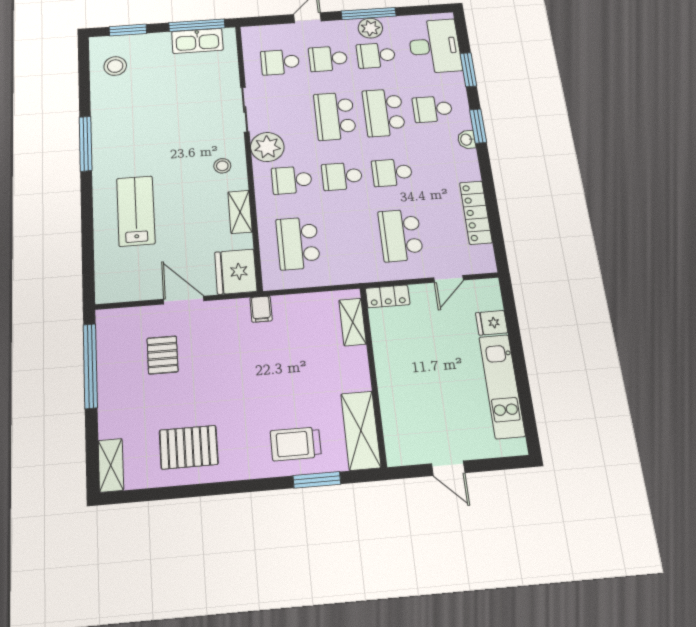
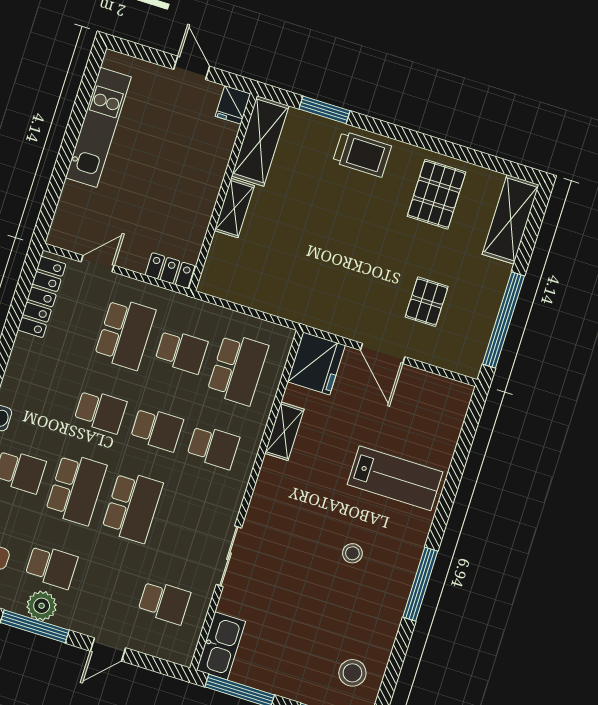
kitchen sink: (197, 41) -> (221, 646), moved, turned 90
school desk: (328, 59) -> (181, 351), moved
plant: (267, 147) -> (223, 498), removed
stool: (222, 166) -> (352, 553), moved
lab bench: (136, 211) -> (395, 478), turned -90
locker: (476, 213) -> (42, 297), moved
filing cabinet: (261, 309) -> (307, 311), removed
shelving: (353, 322) -> (234, 208), moved
fridge: (492, 323) -> (233, 105), moved, turned 90
trolley: (296, 444) -> (362, 154), moved
pallet: (189, 447) -> (436, 194), turned 90
shelving: (111, 465) -> (511, 219), width x1.50, depth x1.33

